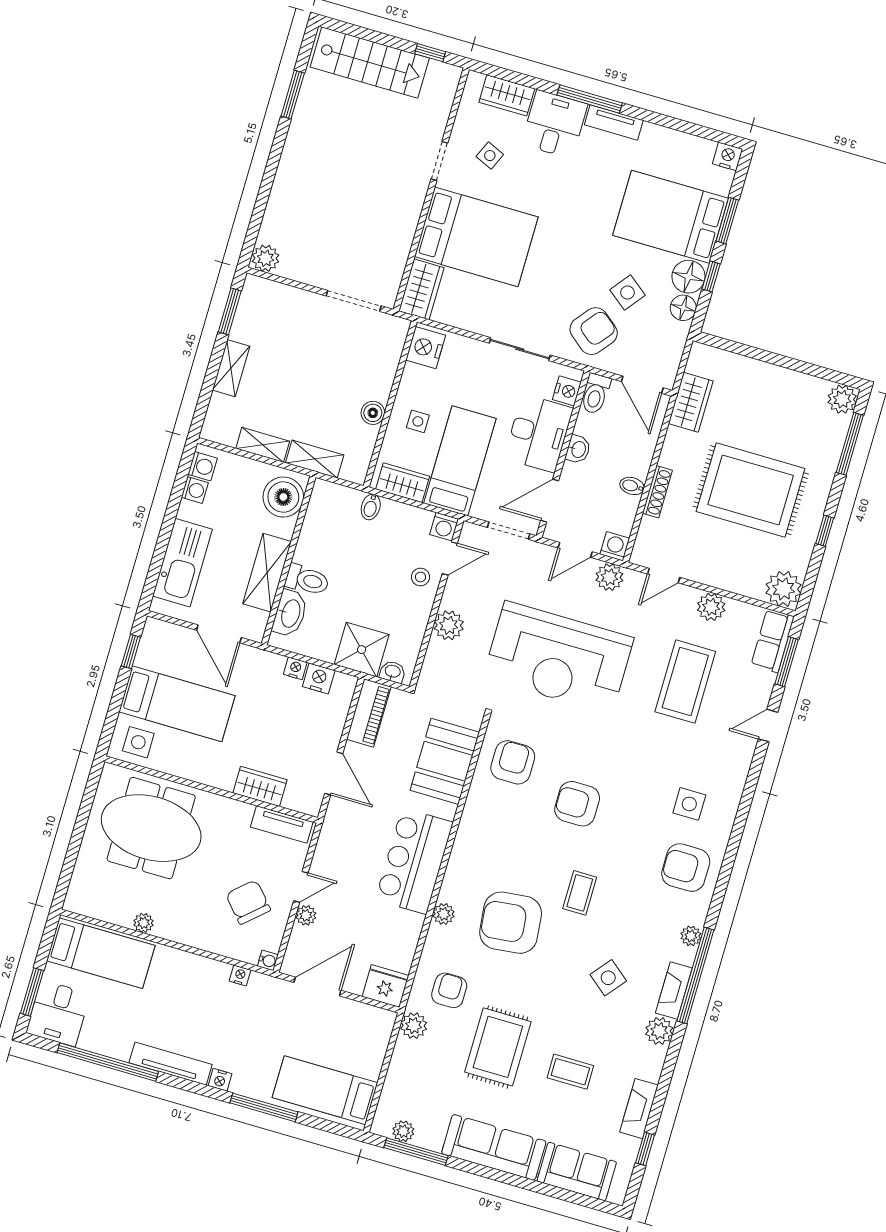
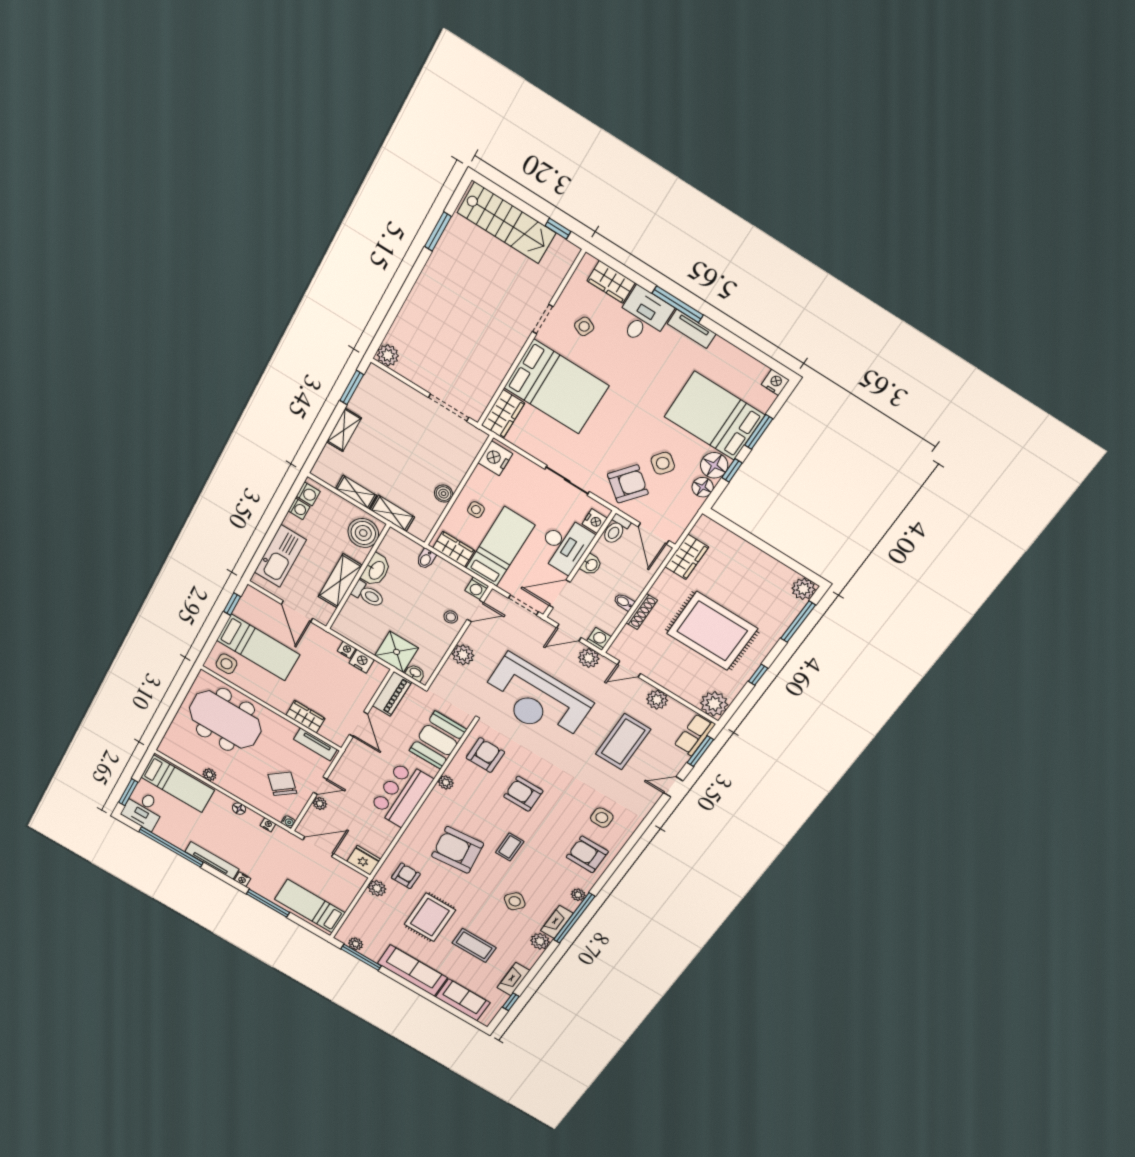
washbasin: (290, 613) -> (376, 570), moved
plant: (444, 914) -> (446, 782), moved
floor lamp: (195, 963) -> (239, 809), added
coffee table: (570, 1072) -> (474, 945), width x1.36, depth x1.30

